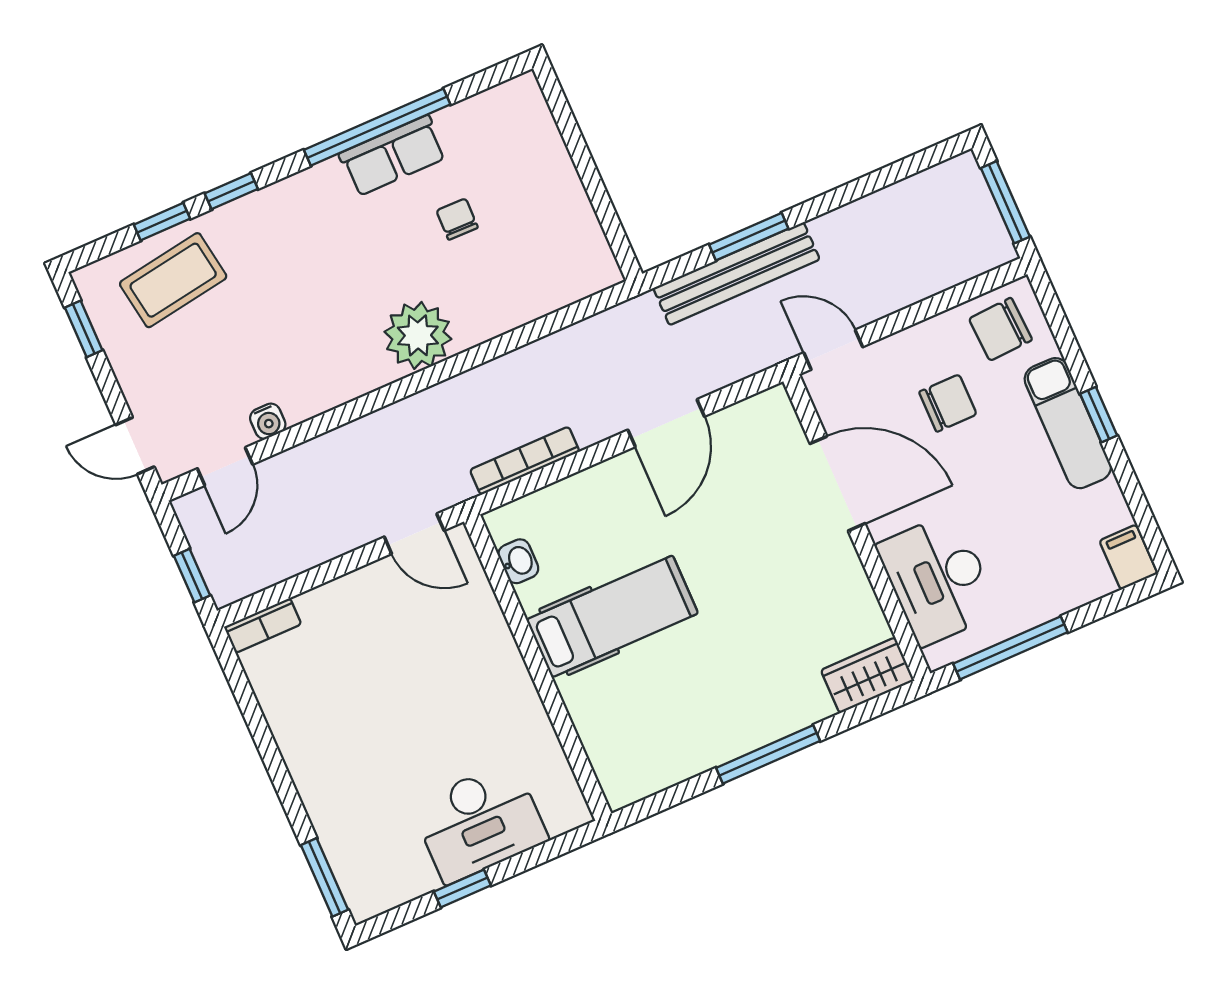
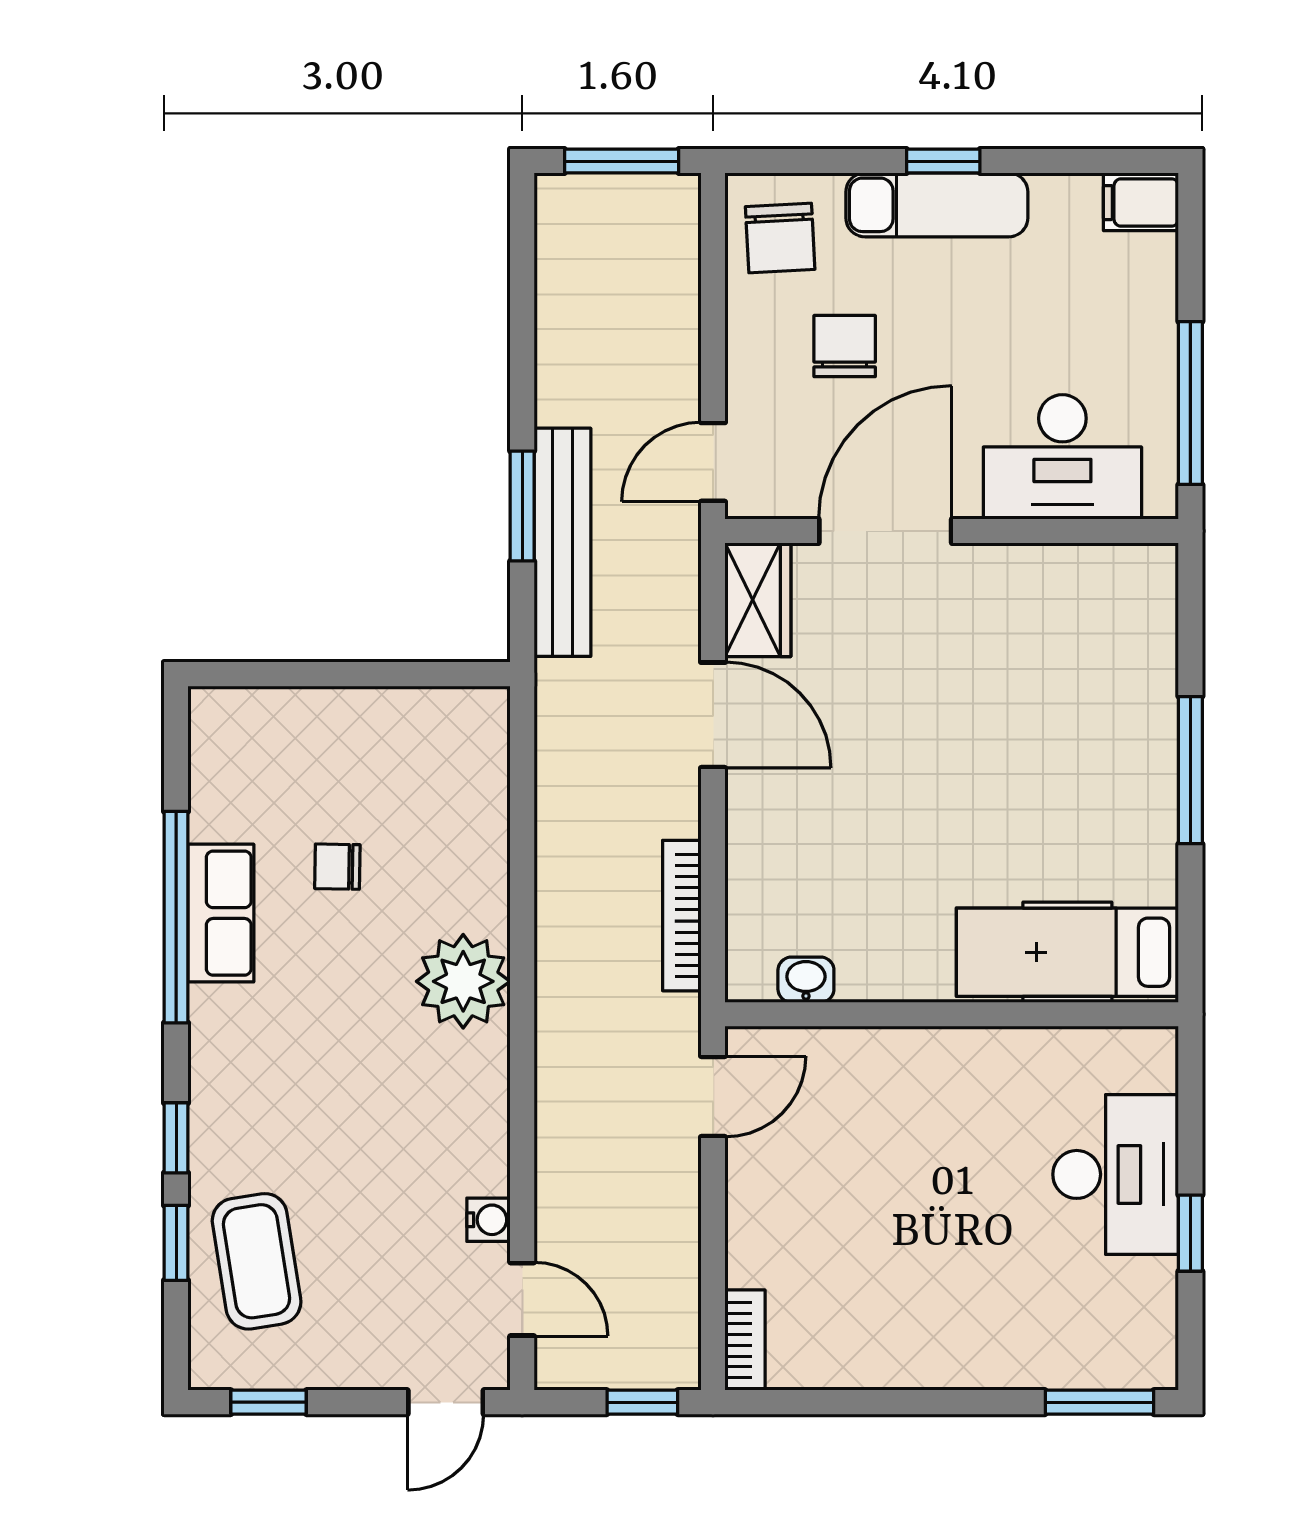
hospital bed: (612, 616) -> (1067, 952), moved, turned -90
wardrobe: (868, 675) -> (758, 600), moved, turned 180

